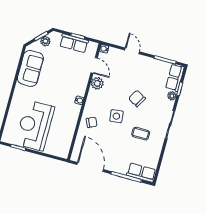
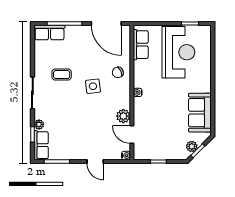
row of seats: (74, 43) -> (141, 45), moved, turned 90
chair: (137, 98) -> (76, 111), removed

